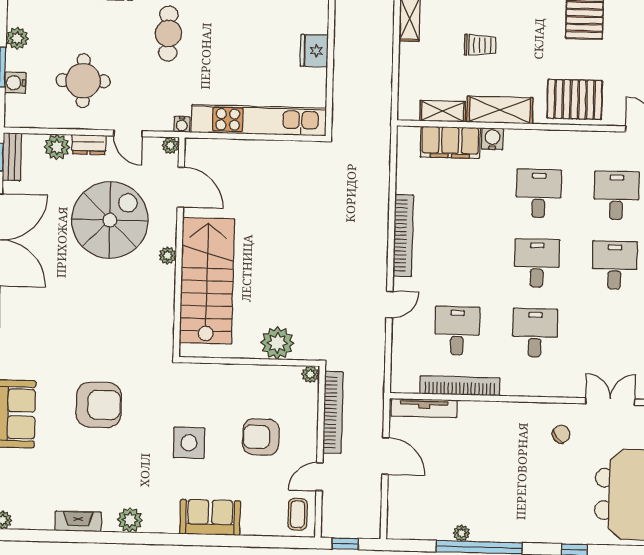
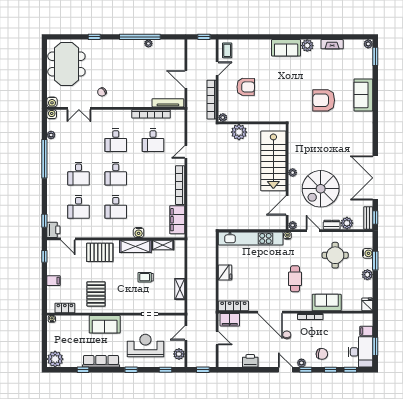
filing cabinet: (450, 142) -> (177, 220), moved, turned -90
door: (181, 187) -> (287, 205), hinge flipped
side table: (189, 443) -> (280, 83), removed
sofa: (210, 517) -> (286, 48), moved

